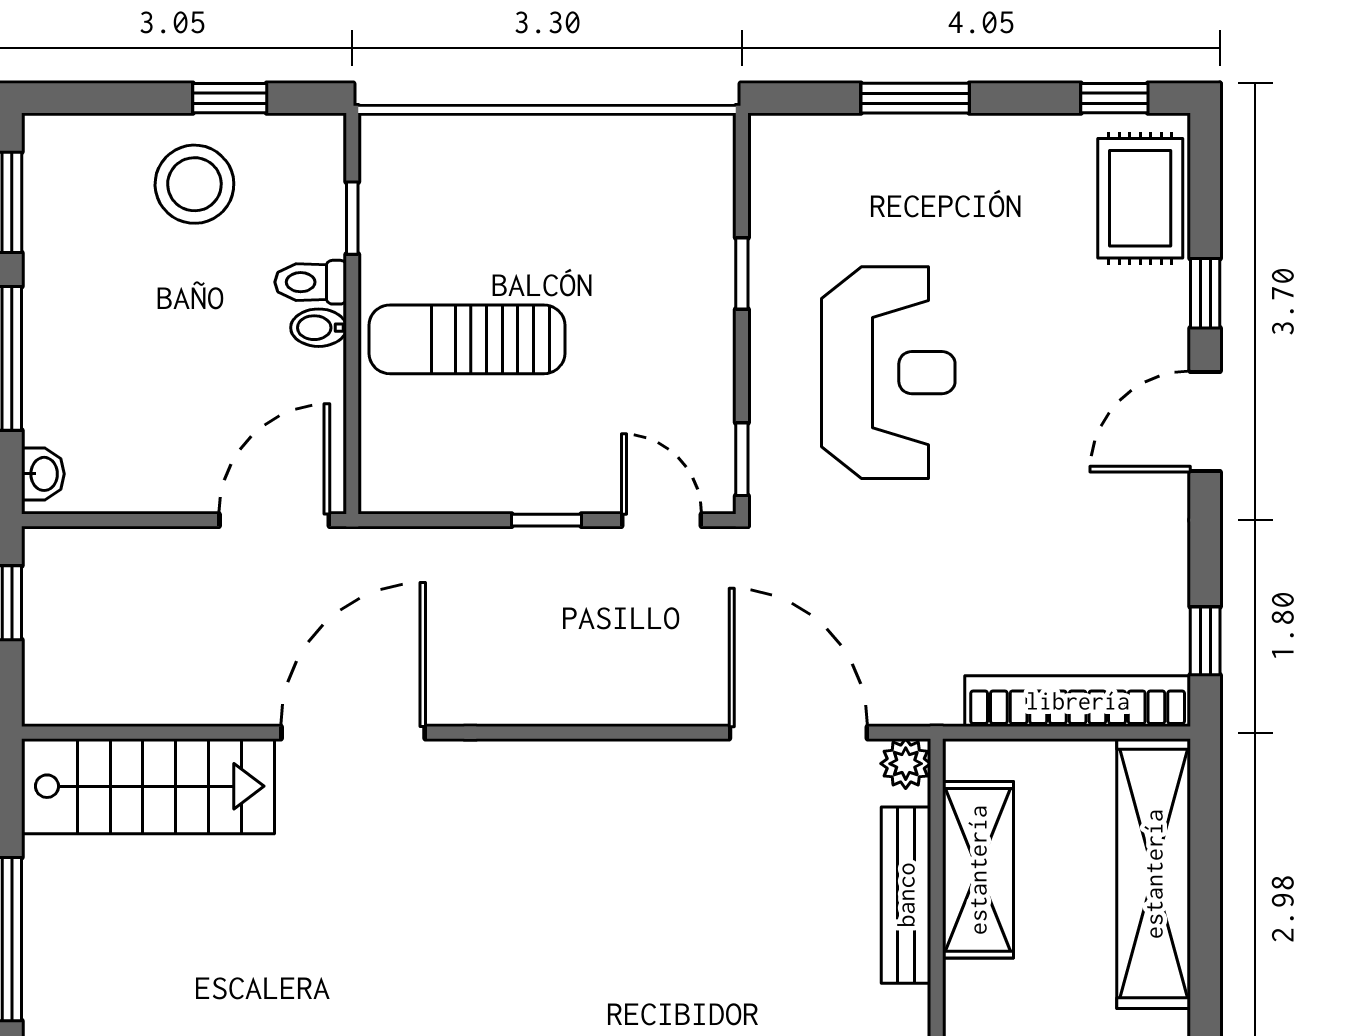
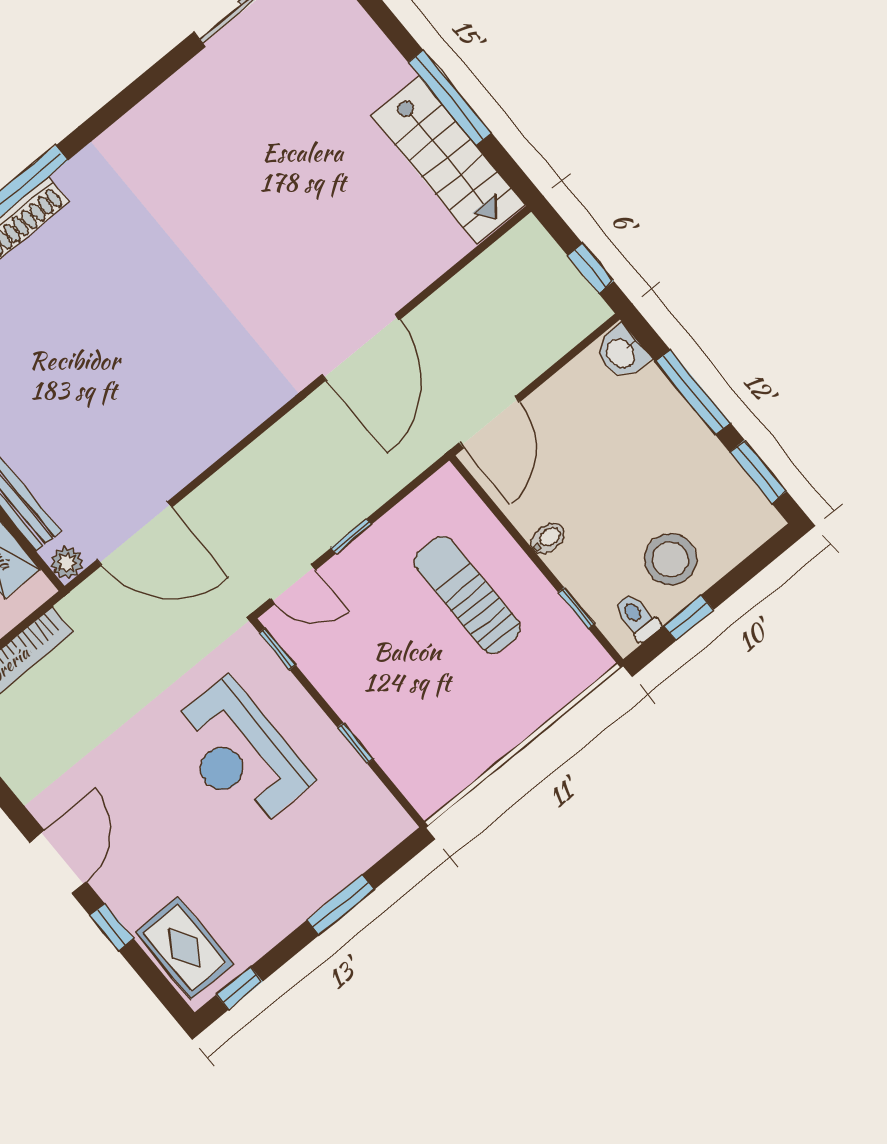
toilet: (311, 282) -> (637, 617), moved, turned -90
sun lounger: (467, 339) -> (467, 595), turned -90
washbasin: (43, 474) -> (621, 353), width x1.38, depth x1.45
stairs: (148, 786) -> (448, 160), moved, turned -90

